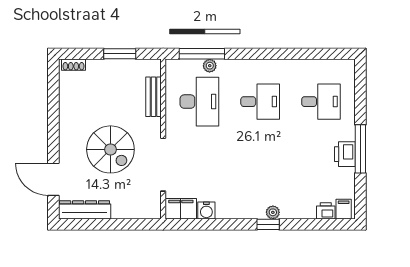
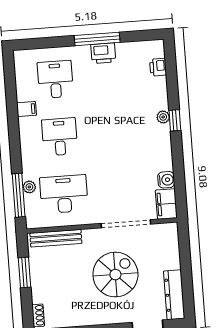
bench: (153, 97) -> (56, 238), width x1.36
filing cabinet: (344, 209) -> (27, 109), moved, turned 180

